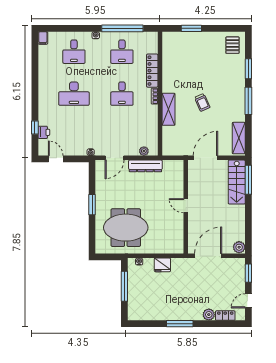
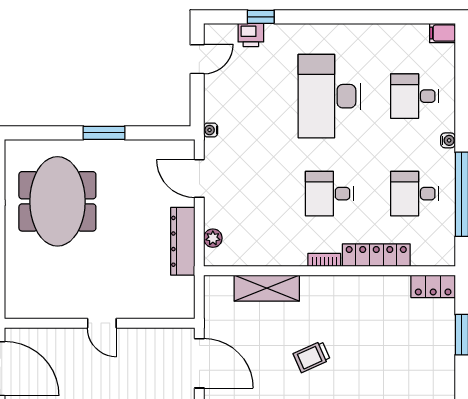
locker: (168, 43) -> (433, 286), added
desk: (74, 94) -> (330, 96), width x1.36, depth x1.30
shelving: (169, 109) -> (267, 288), moved
door: (186, 206) -> (102, 323), swing flipped

